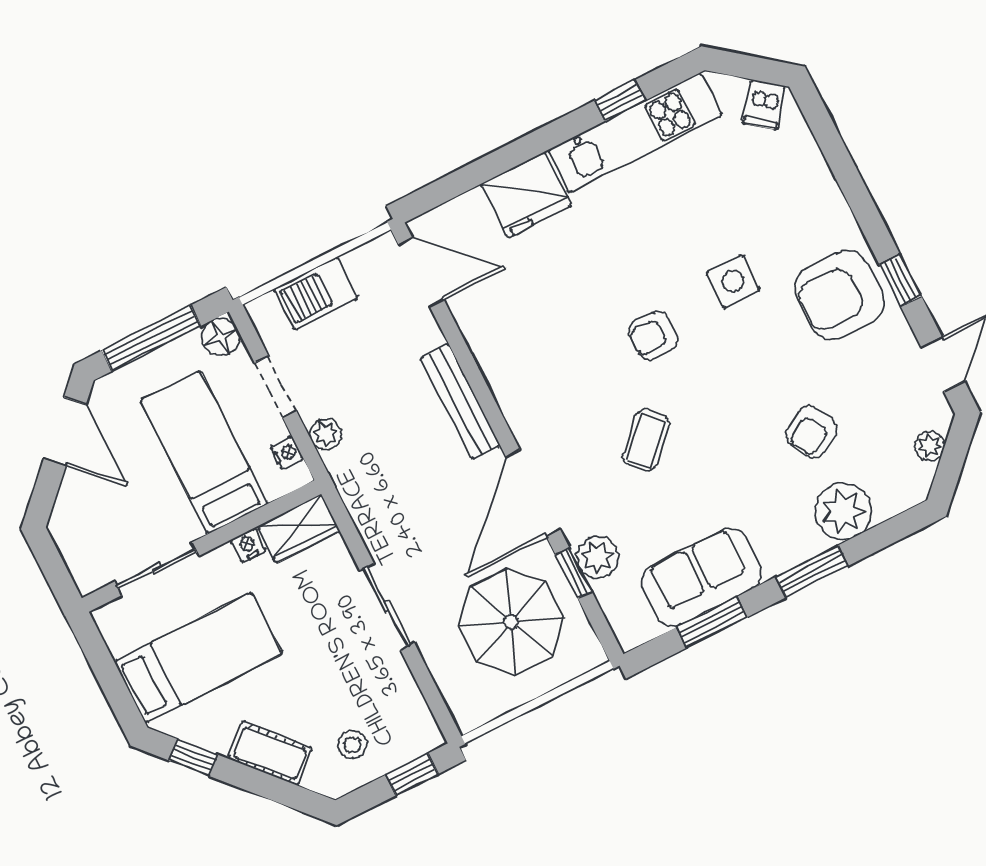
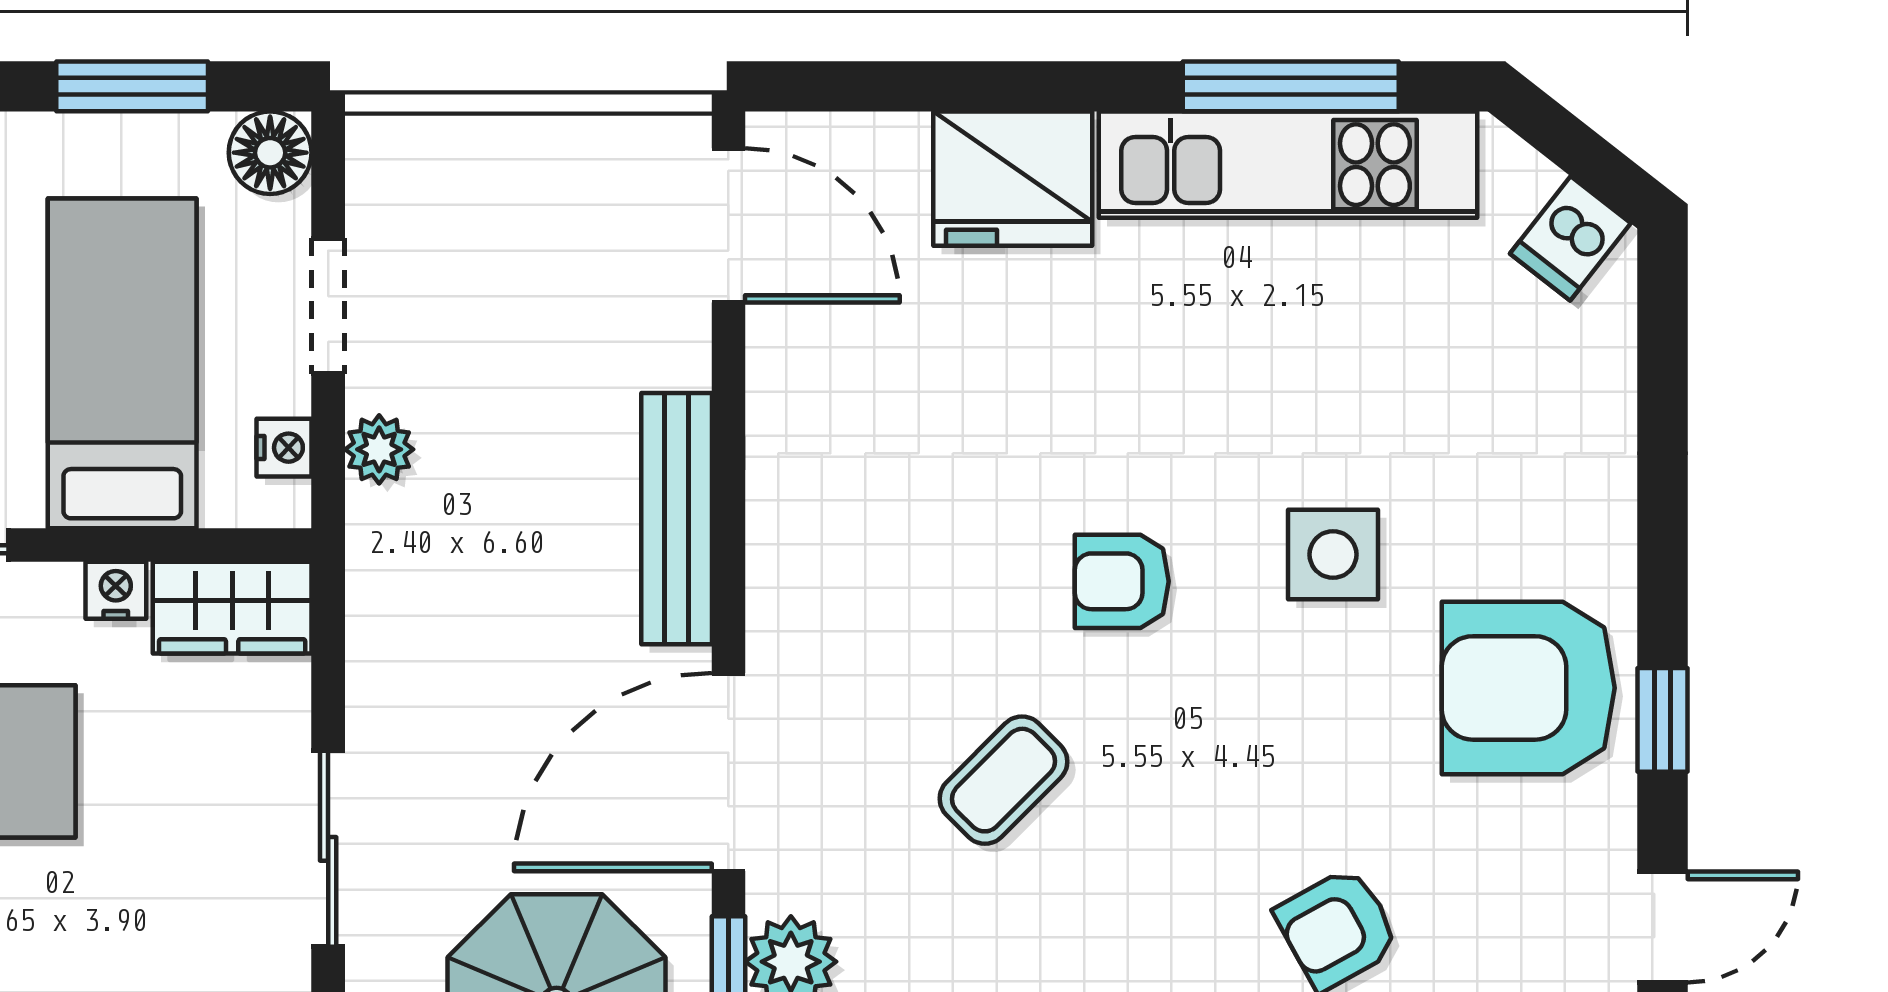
window: (620, 100) -> (1291, 86), width x2.17
barbecue: (316, 293) -> (500, 163), removed
window: (151, 338) -> (132, 86), width x0.69

